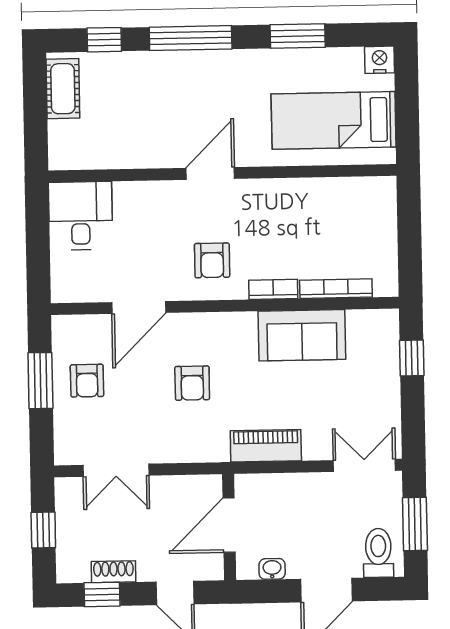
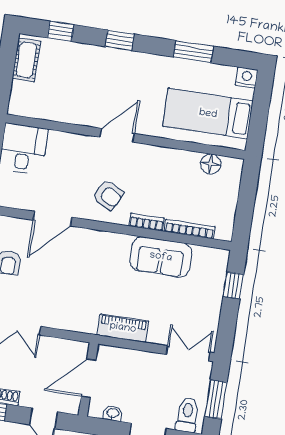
window: (191, 38) -> (120, 40), width x0.46
floor lamp: (350, 191) -> (211, 164), added
armchair: (212, 260) -> (108, 195), turned -62
armchair: (192, 383) -> (80, 277), removed

